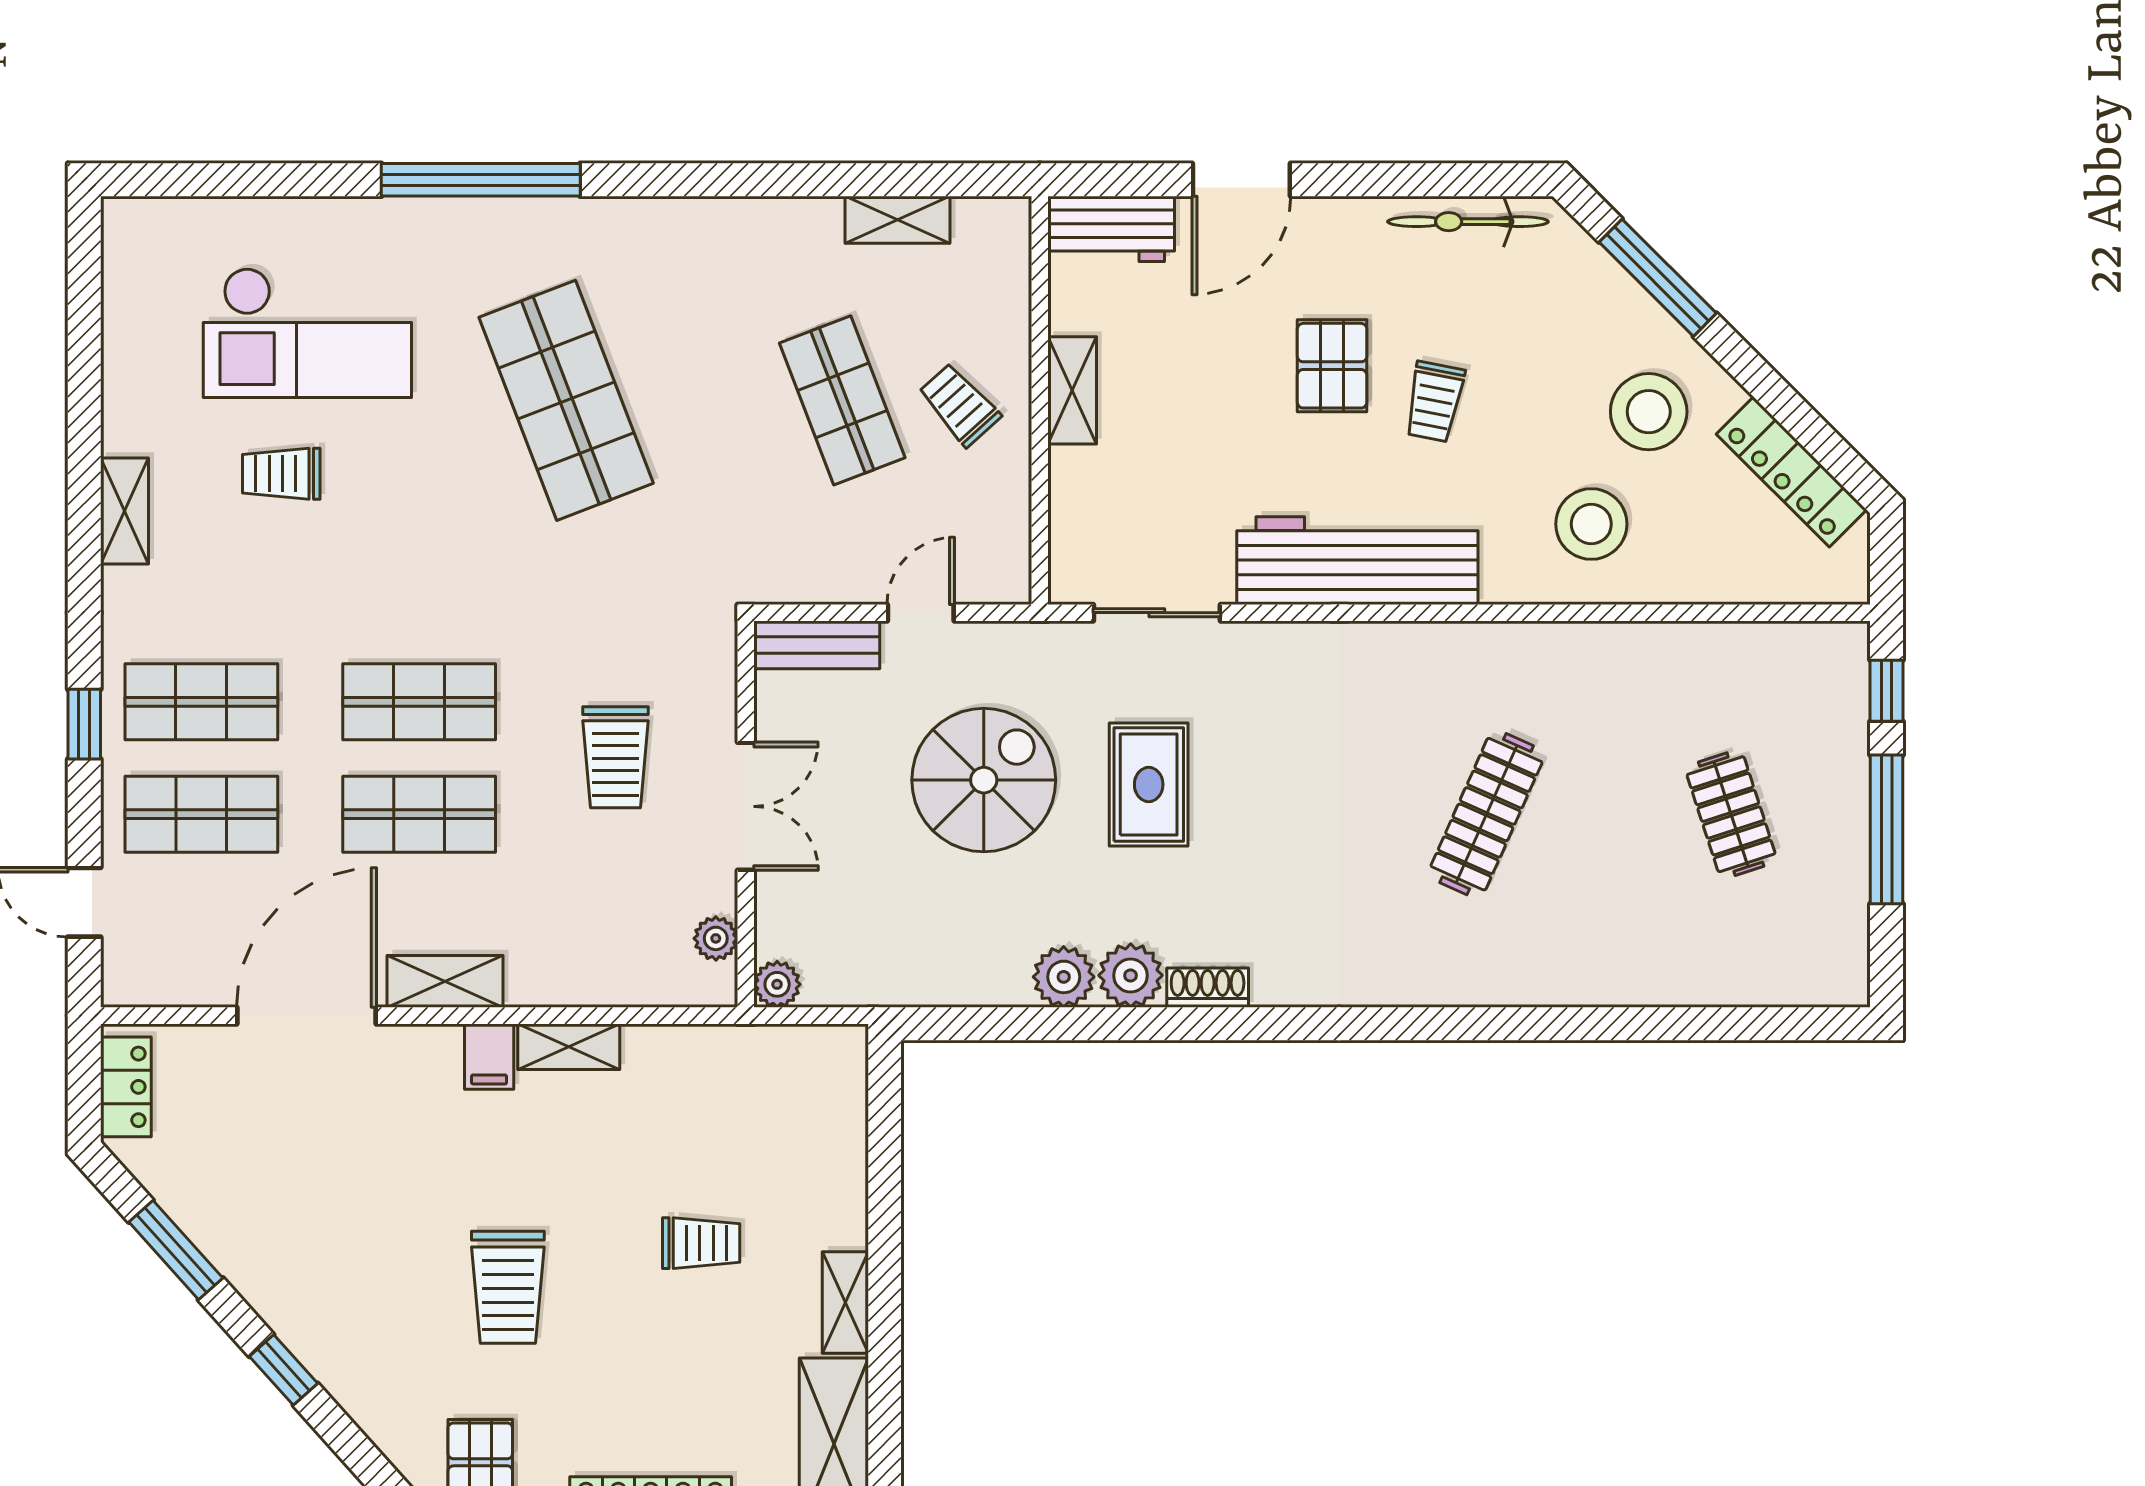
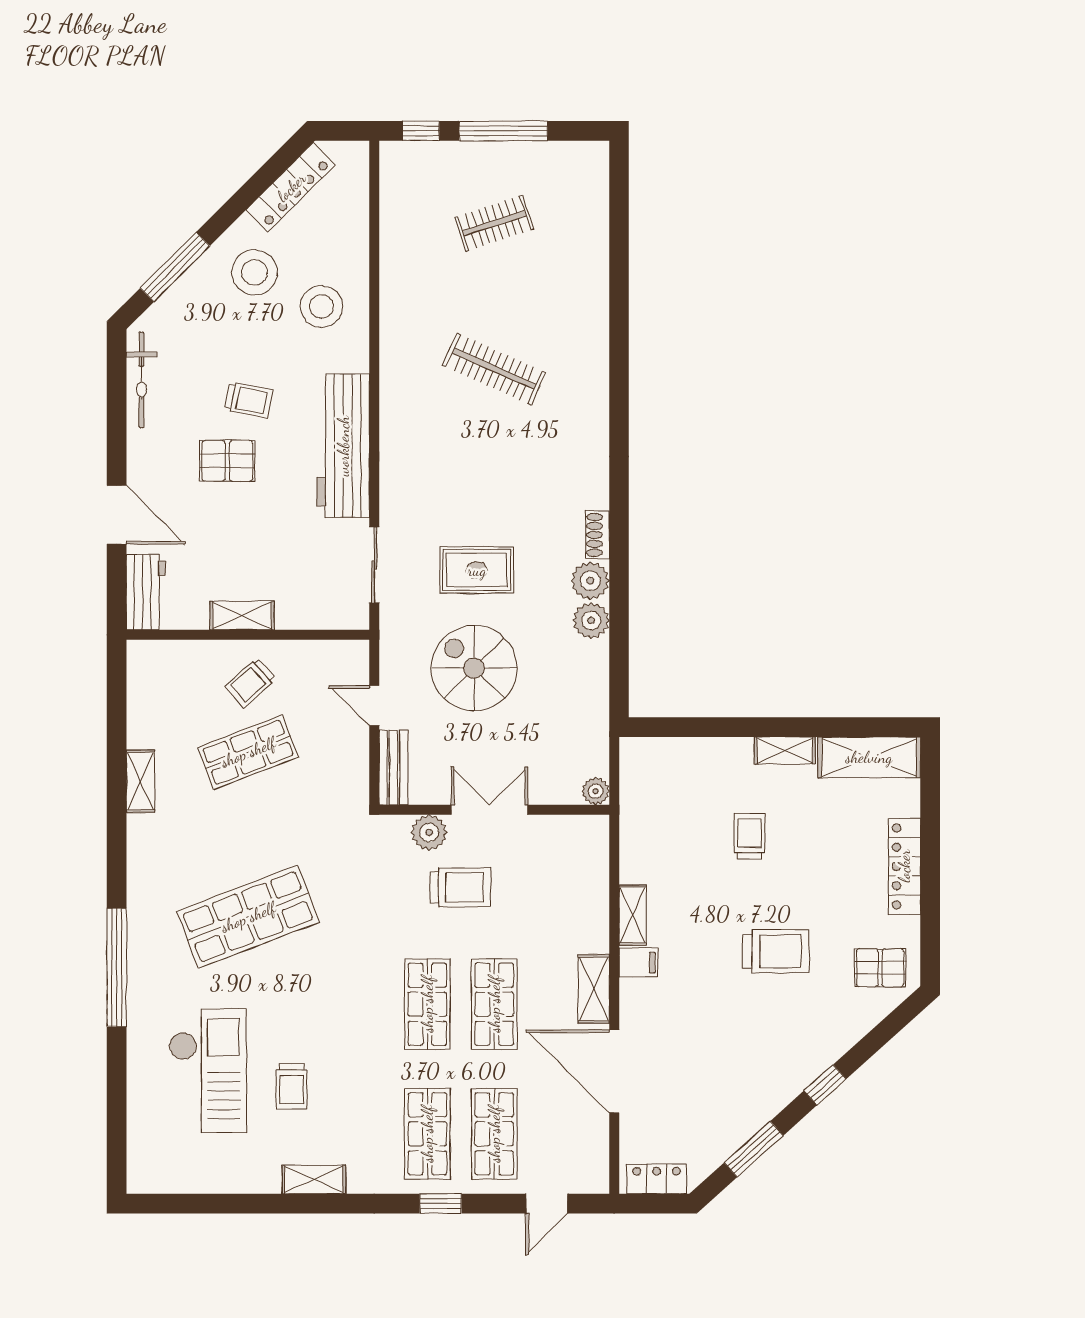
shelving: (897, 220) -> (140, 781), moved
plant: (716, 938) -> (429, 832), moved, width x1.38, depth x1.38

